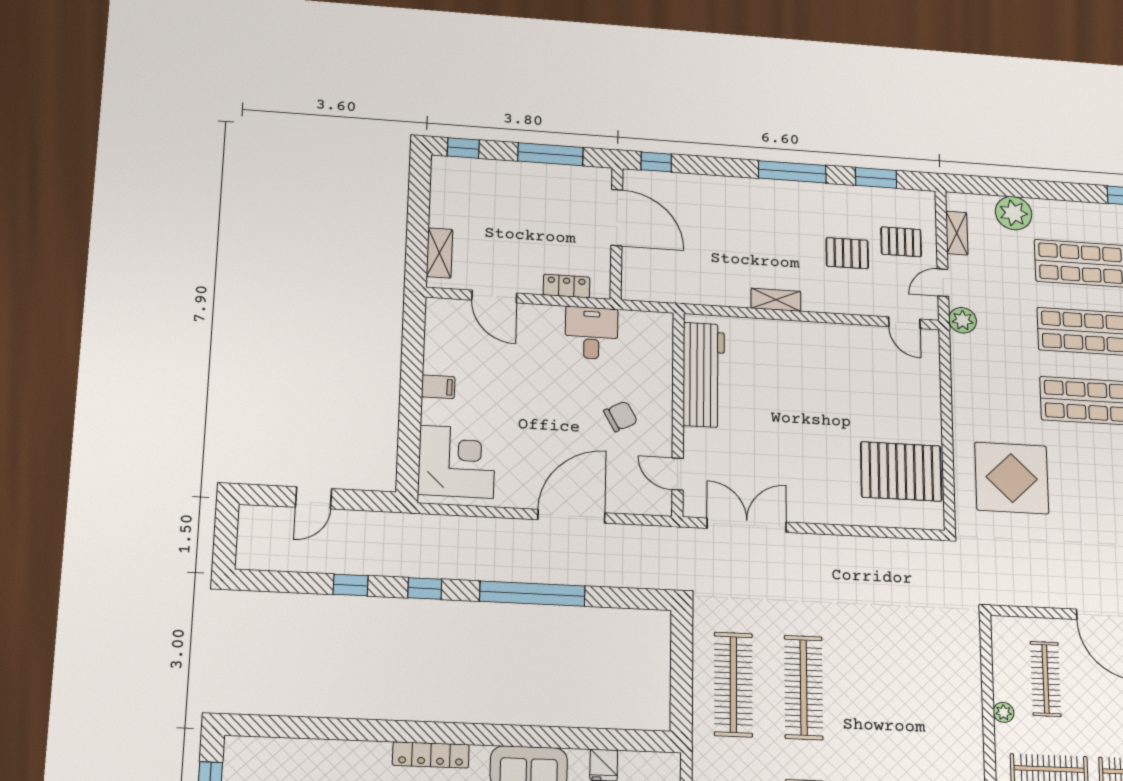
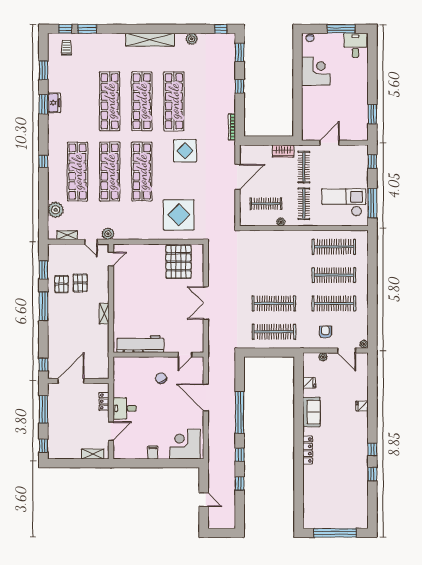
pallet: (901, 242) -> (62, 284), moved
desk: (591, 333) -> (125, 408), moved
double door: (747, 525) -> (206, 303), moved

